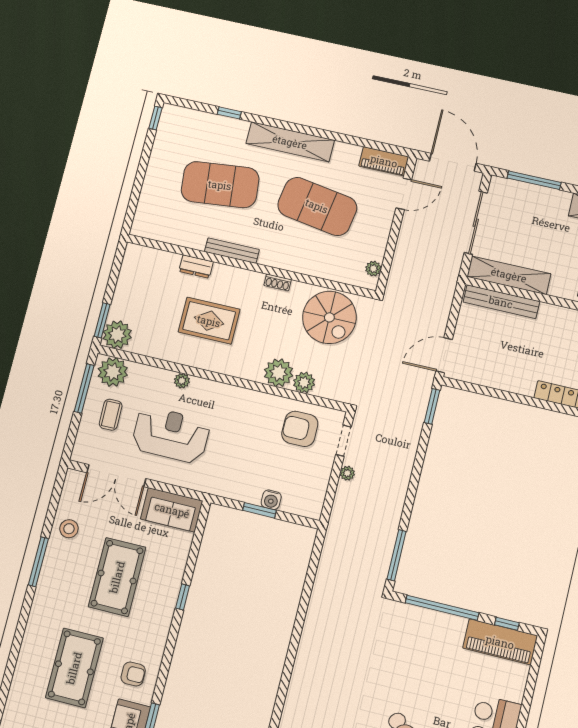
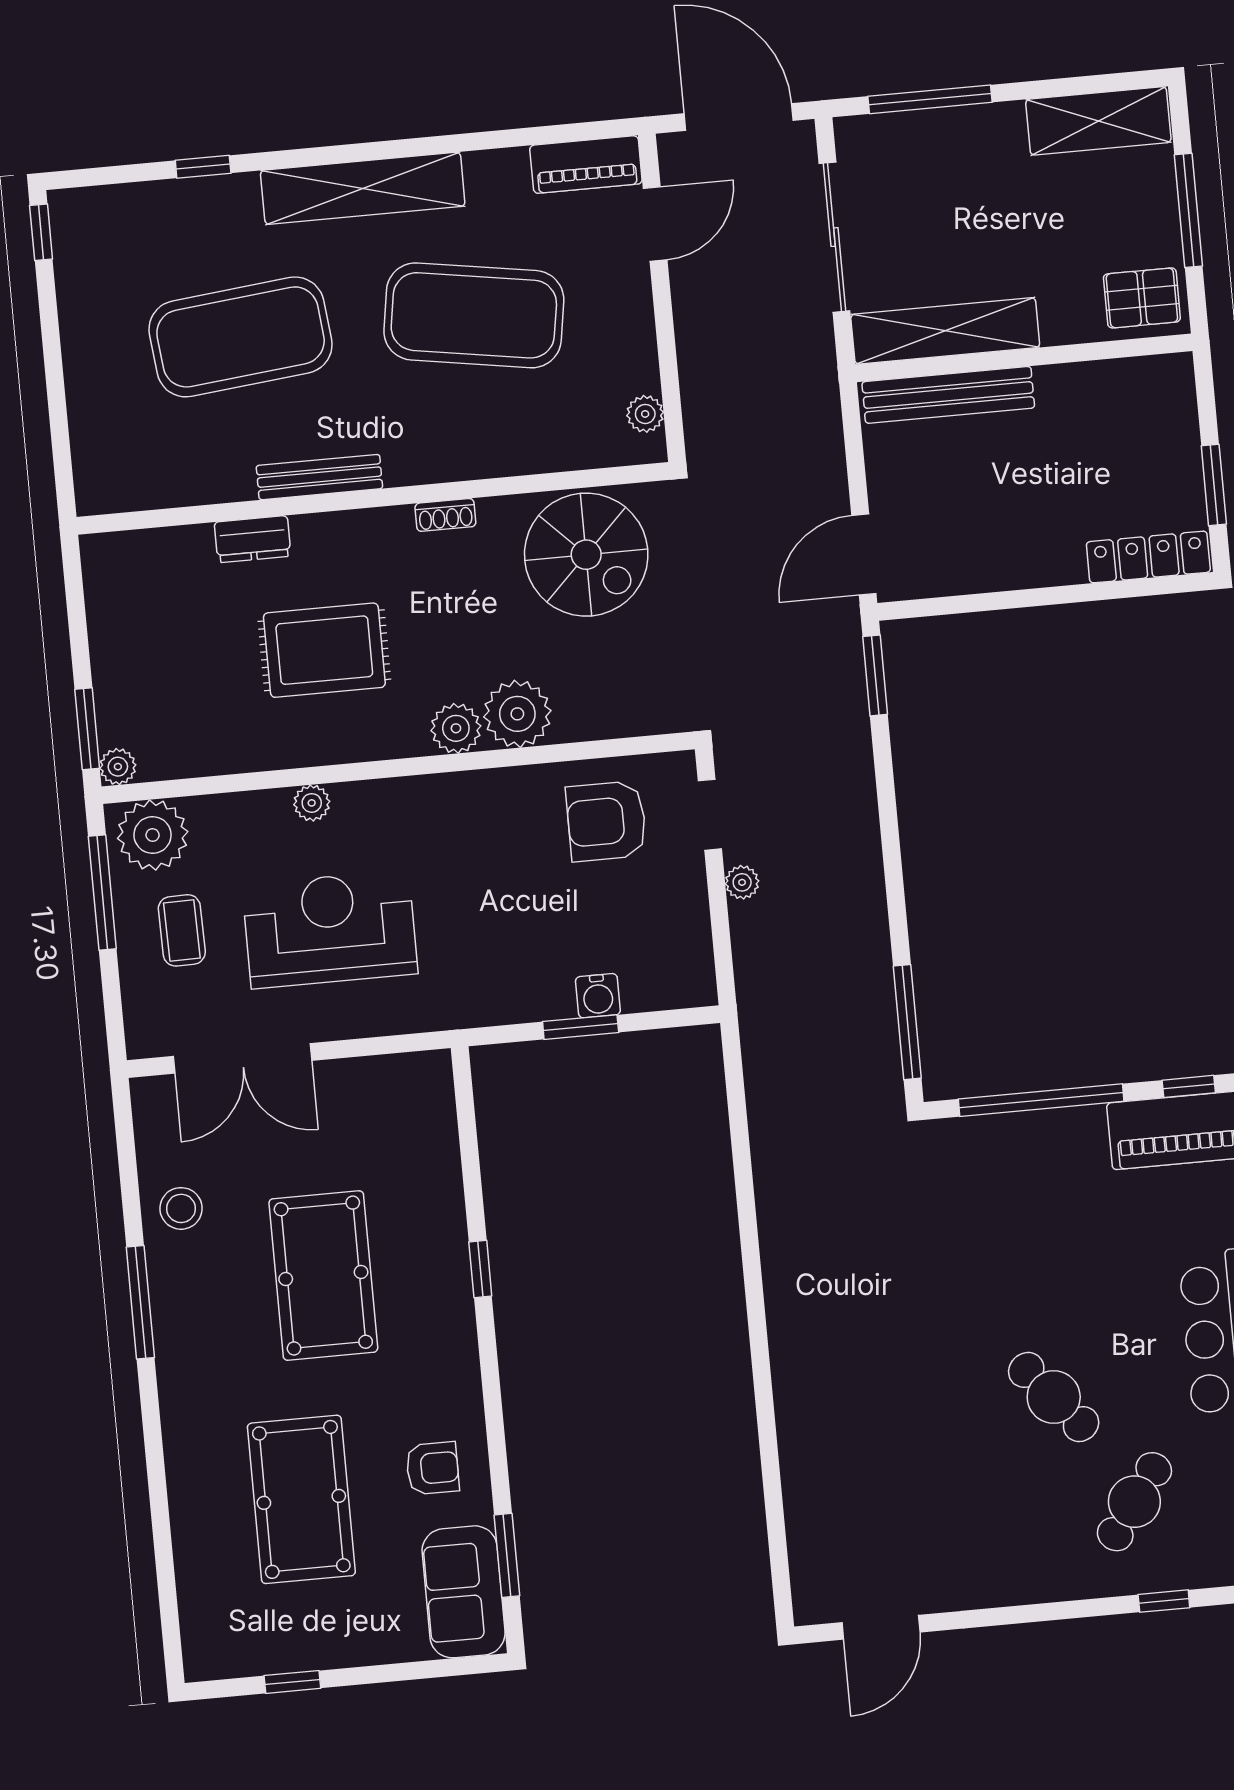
plant: (117, 335) -> (118, 767), width x0.53, depth x0.53
plant: (304, 383) -> (456, 728), moved
sofa: (172, 510) -> (390, 1091), removed

